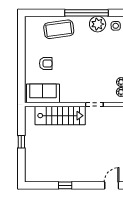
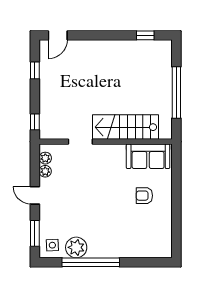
coffee table: (59, 29) -> (127, 241), removed
window: (21, 142) -> (176, 93), width x3.17
window: (65, 185) -> (145, 35), moved

